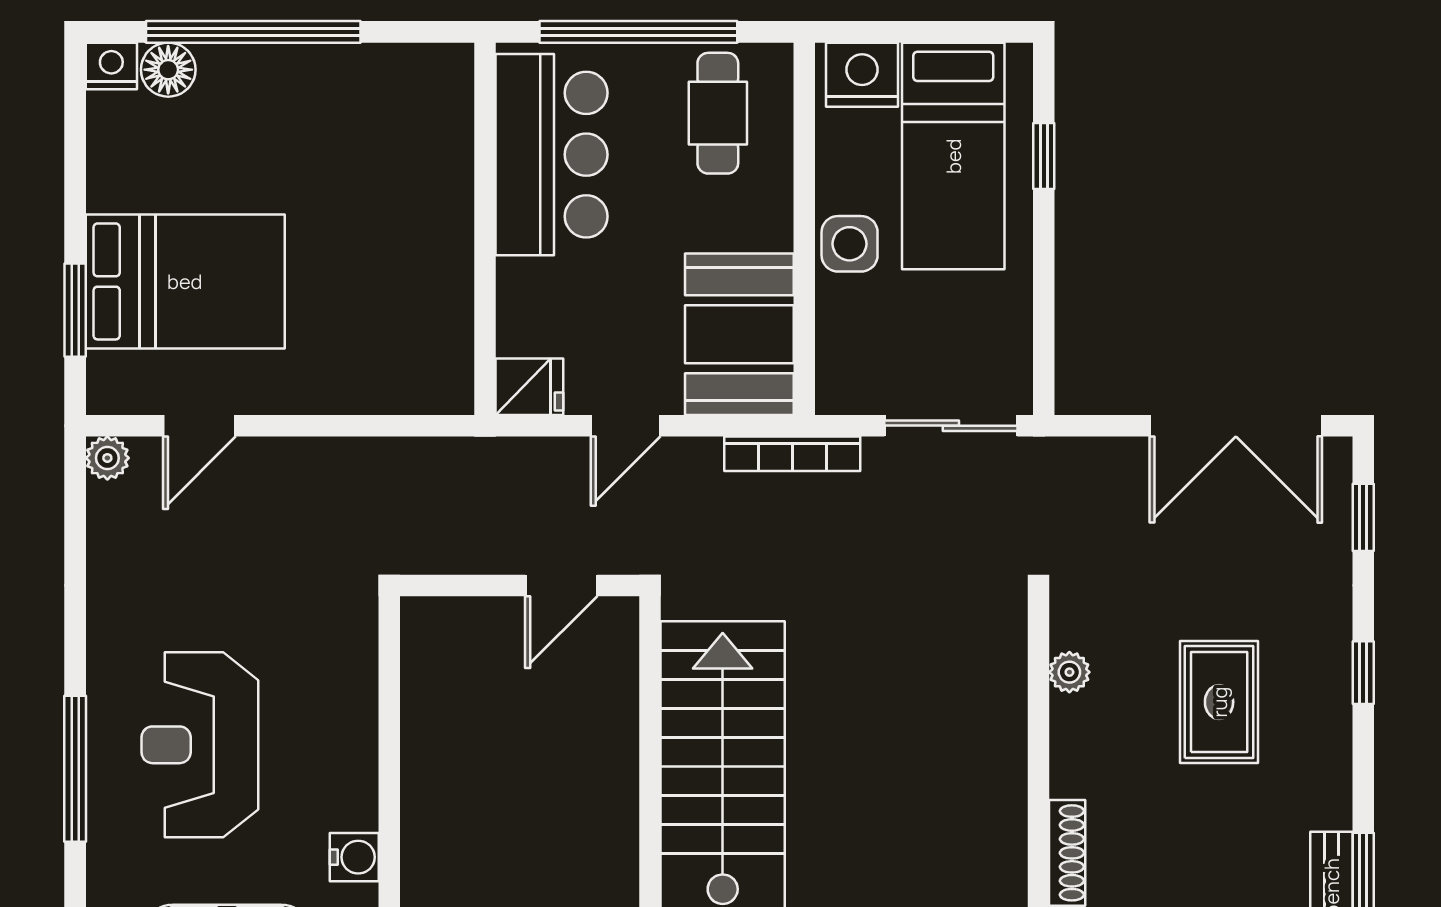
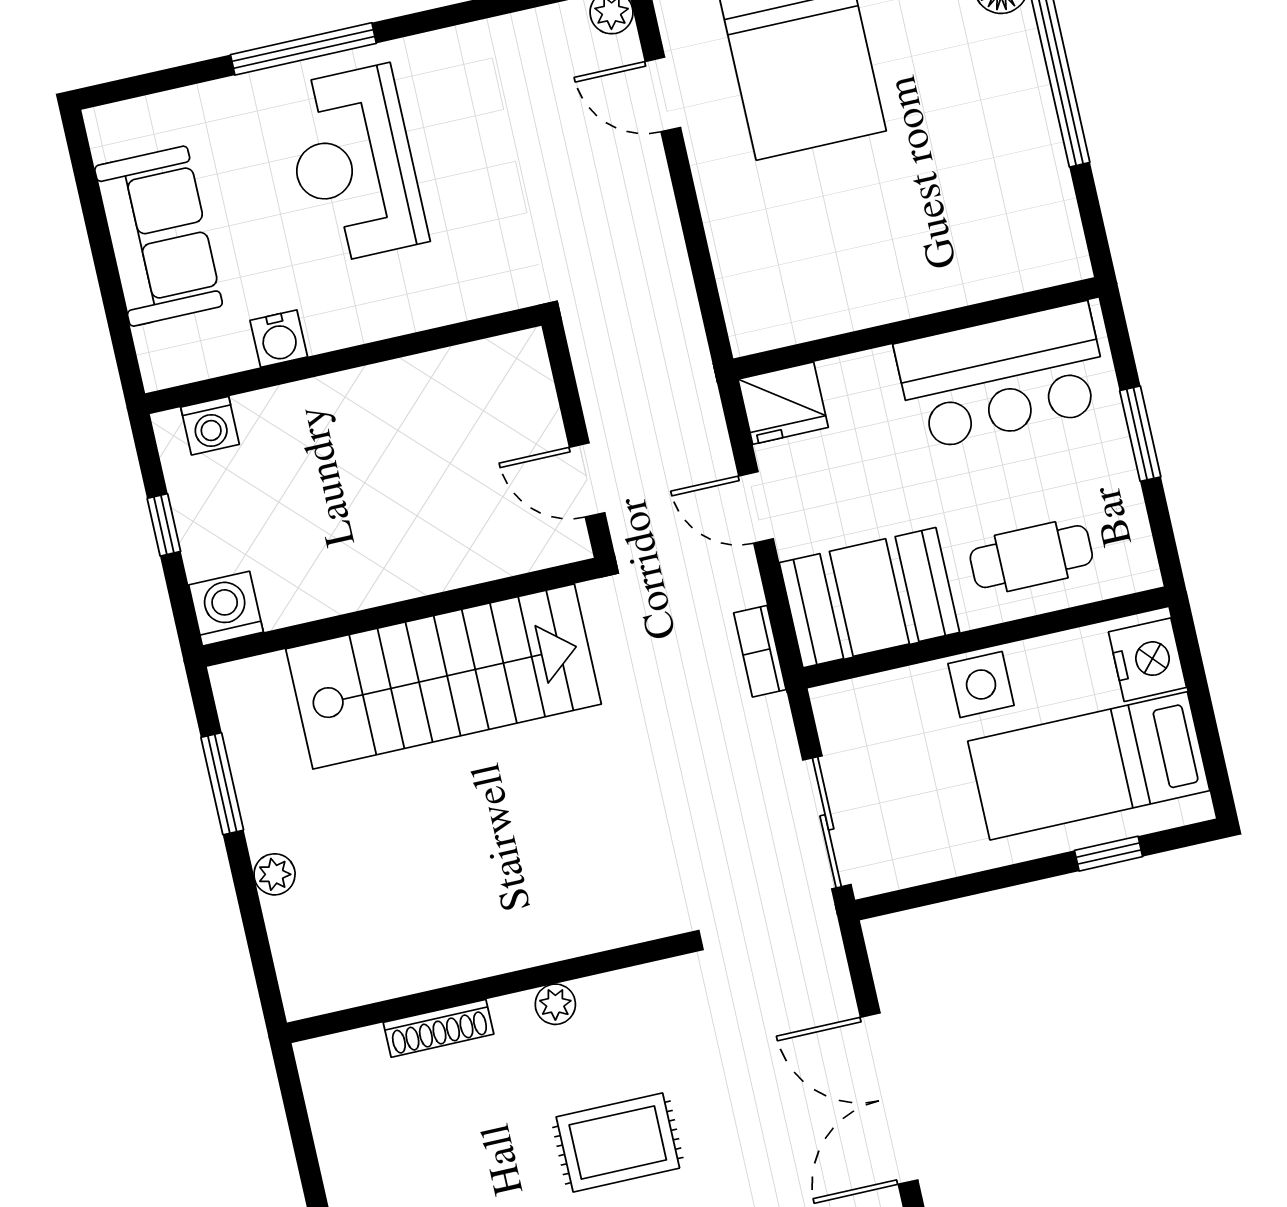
window: (638, 32) -> (1140, 434), width x0.47
cafe table: (718, 113) -> (1031, 557), moved
fridge: (529, 387) -> (783, 403), width x1.38
bookcase: (792, 454) -> (760, 651), width x0.64
plant: (1069, 672) -> (555, 1004), moved
reception desk: (200, 745) -> (354, 165), turned -90

